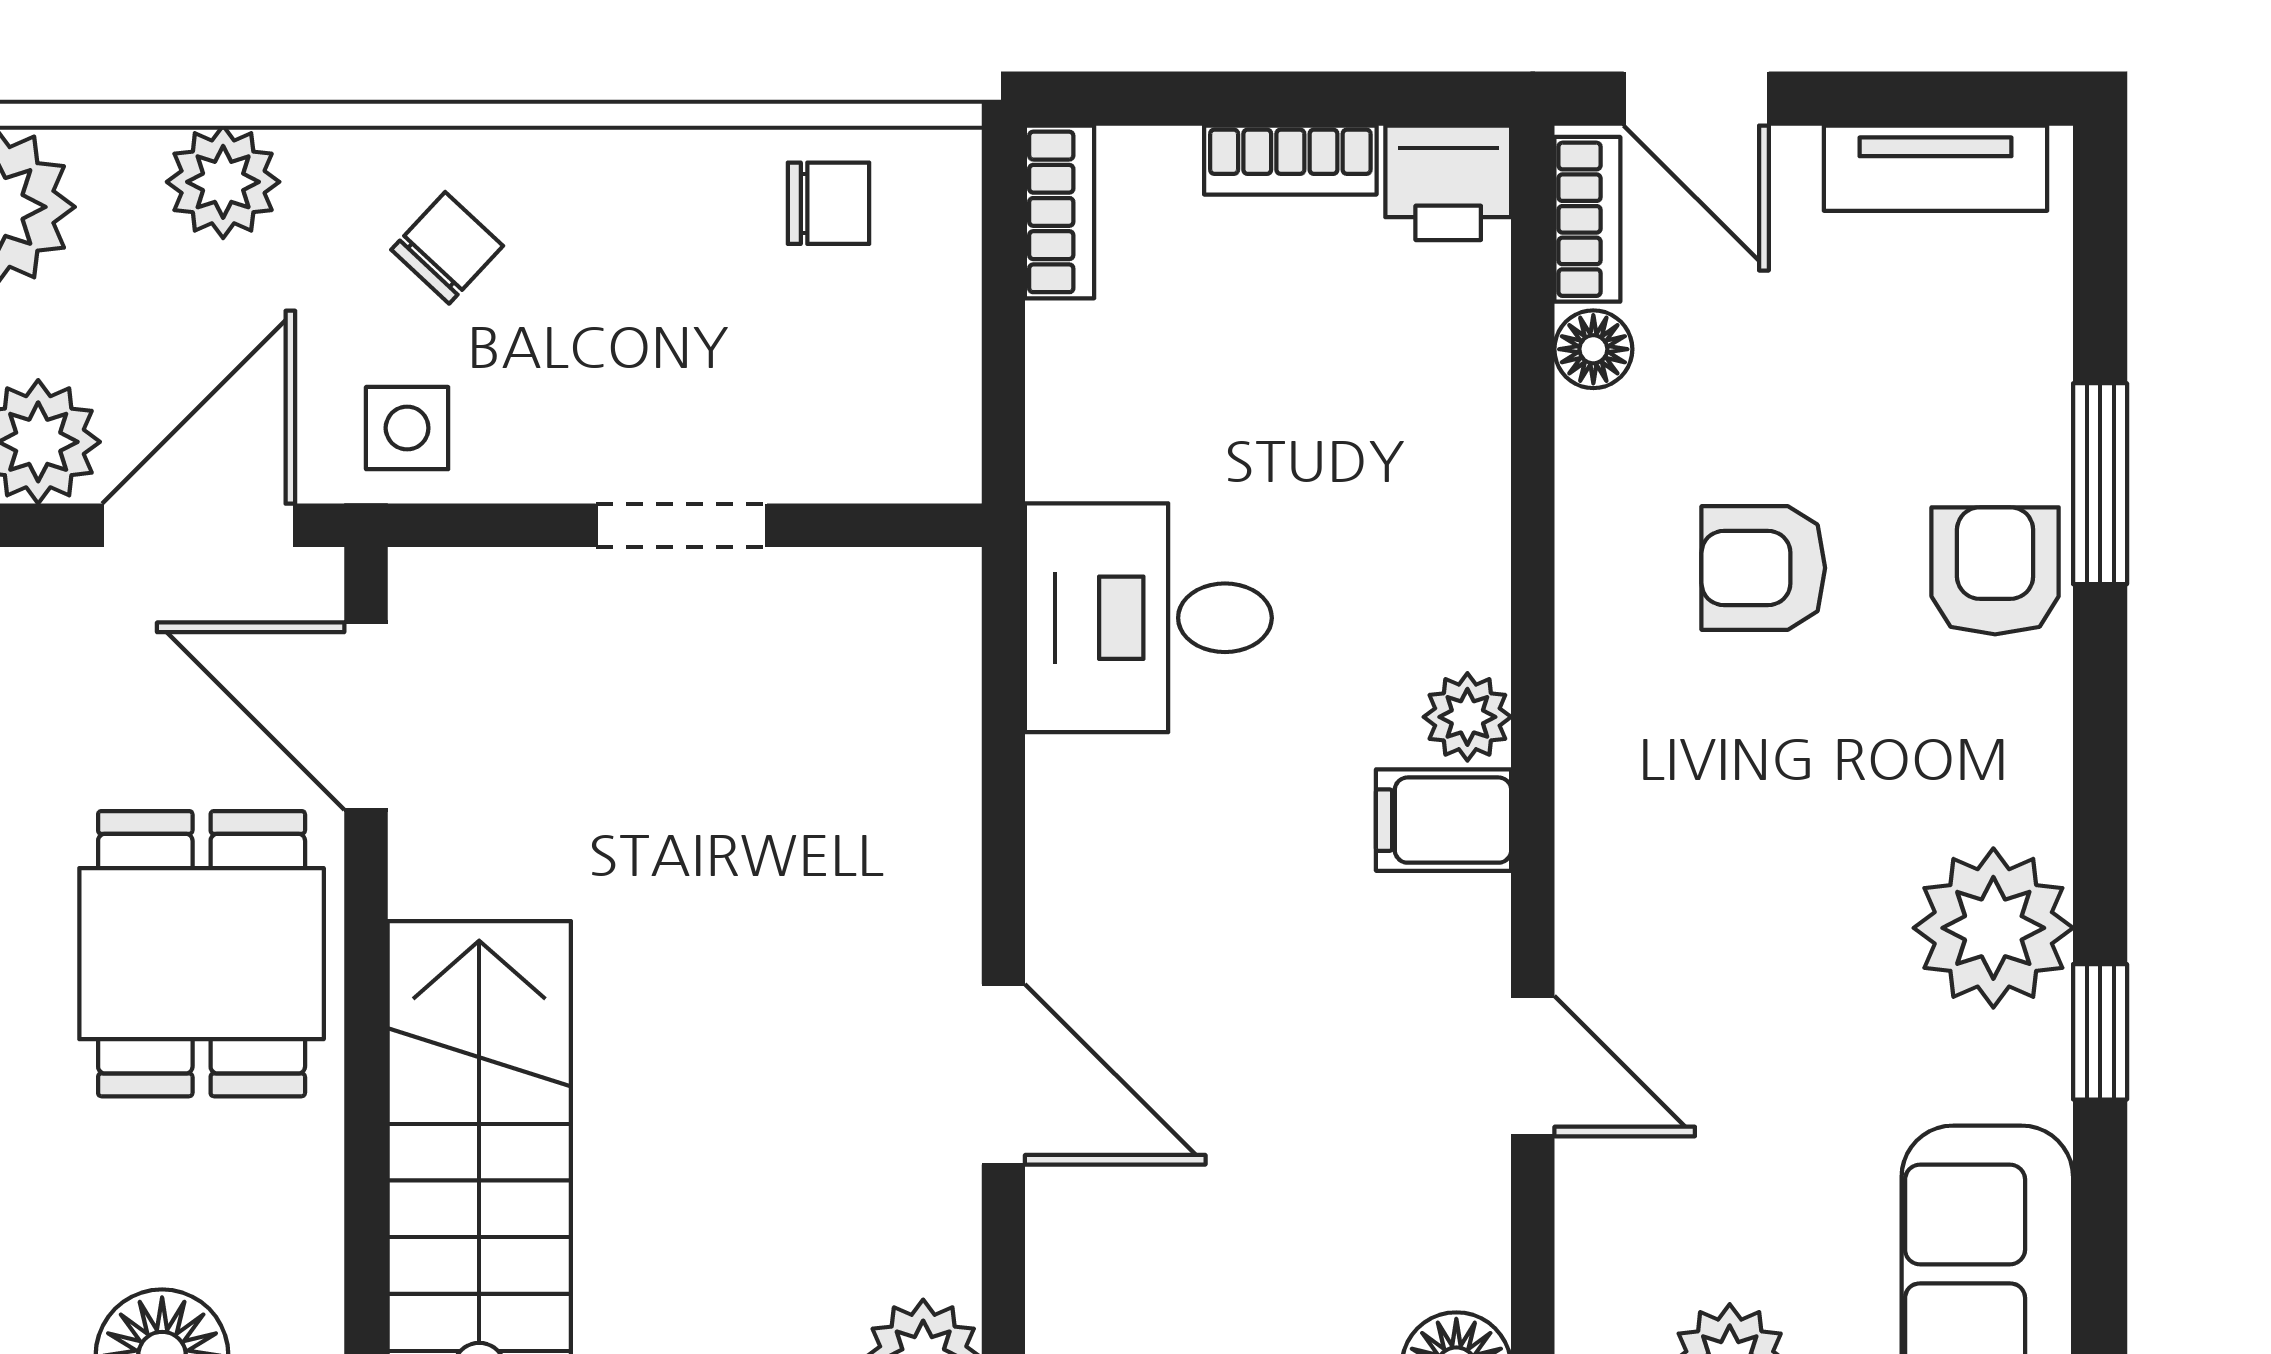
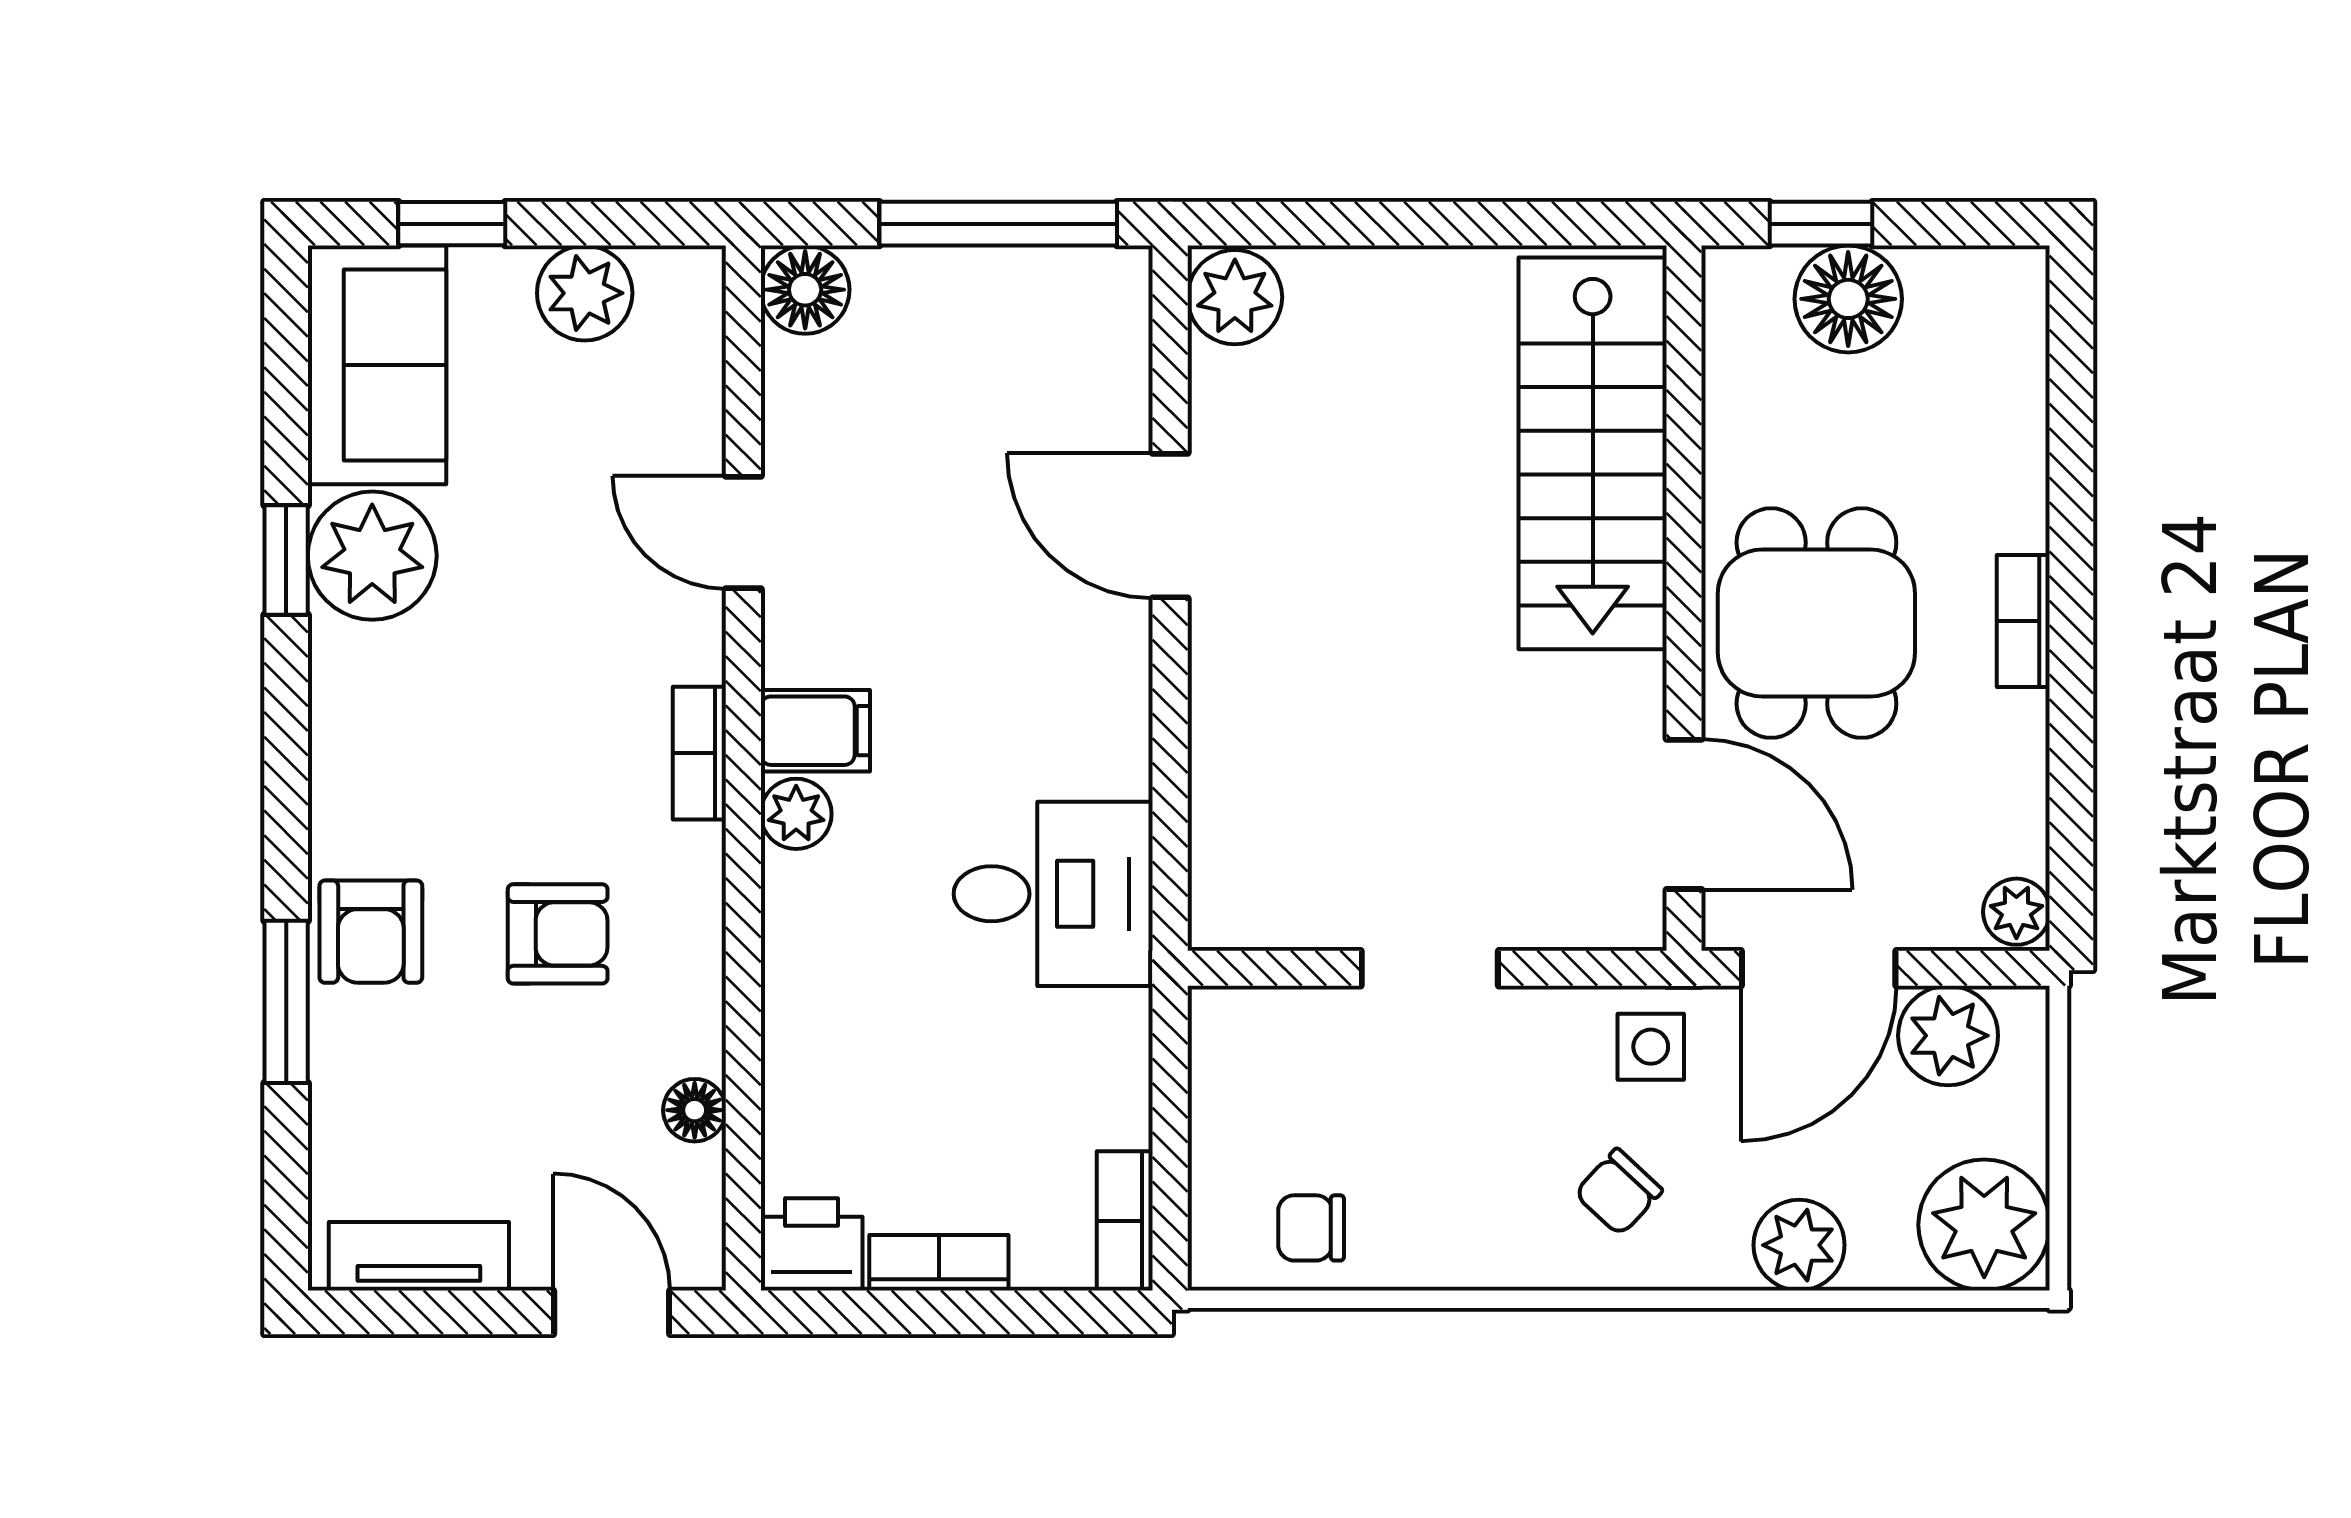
bookcase: (1587, 219) -> (699, 753), moved
plant: (1993, 928) -> (372, 556), moved

